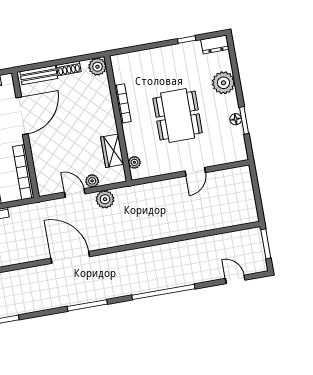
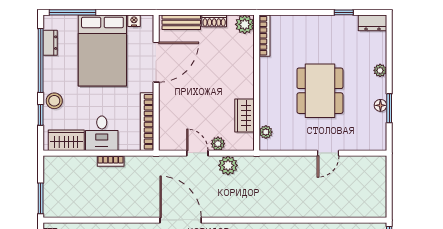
plant: (223, 83) -> (380, 70), width x0.53, depth x0.53
bookcase: (123, 103) -> (265, 36), moved

